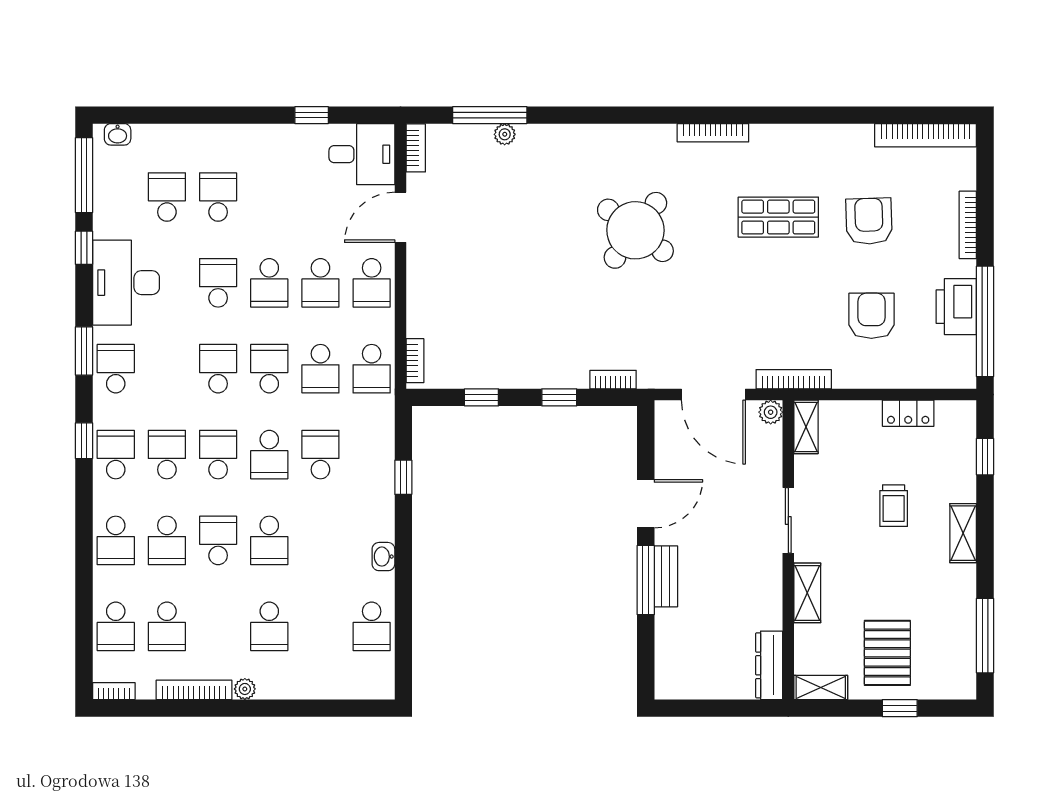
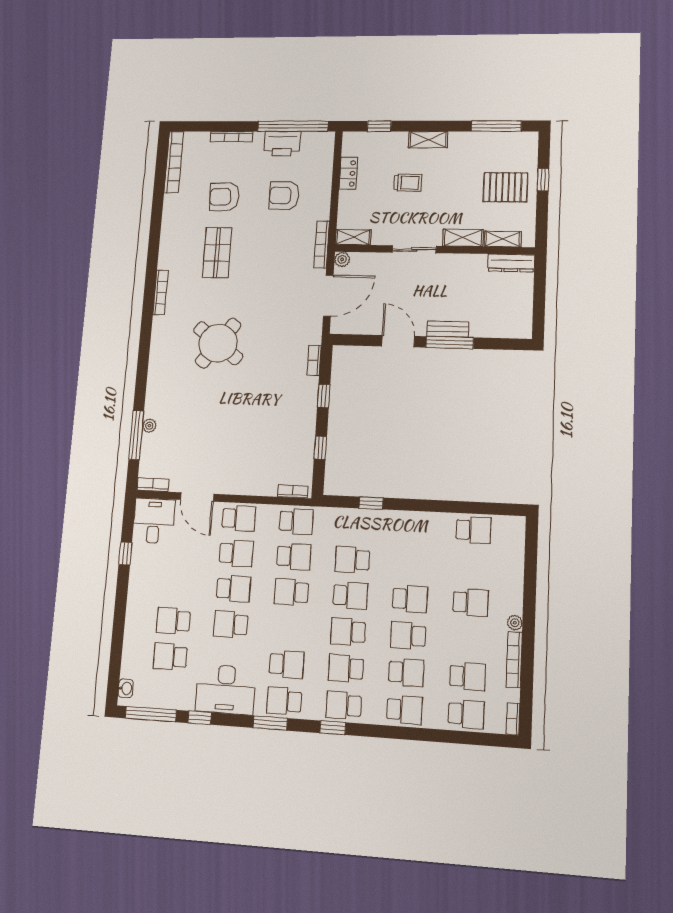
school desk: (218, 369) -> (287, 664), moved, turned 180
washbasin: (383, 557) -> (425, 519), removed
shelving: (821, 688) -> (503, 239), moved, turned 90

